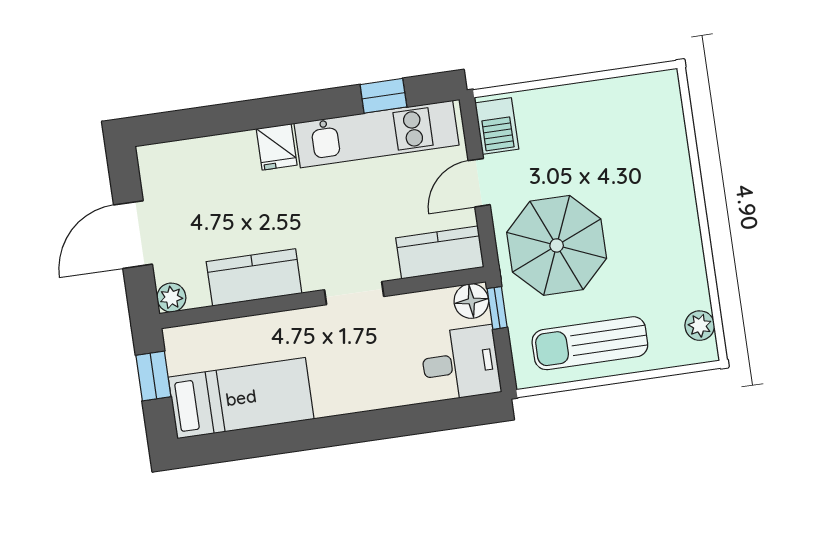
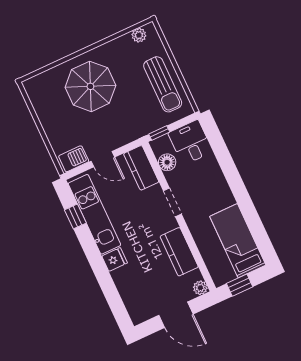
parasol: (557, 245) -> (90, 86), moved
floor lamp: (471, 301) -> (167, 162), moved

